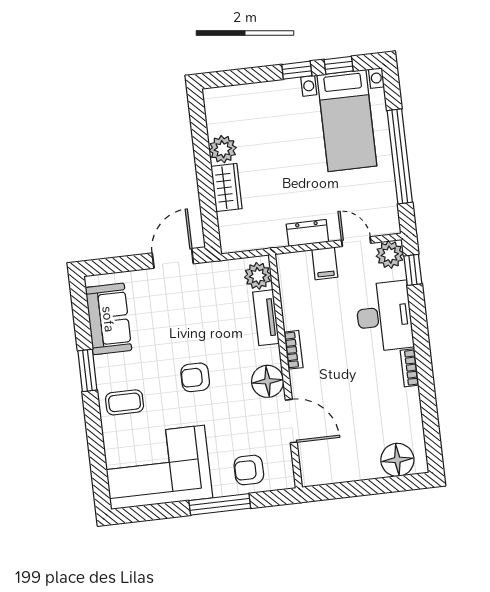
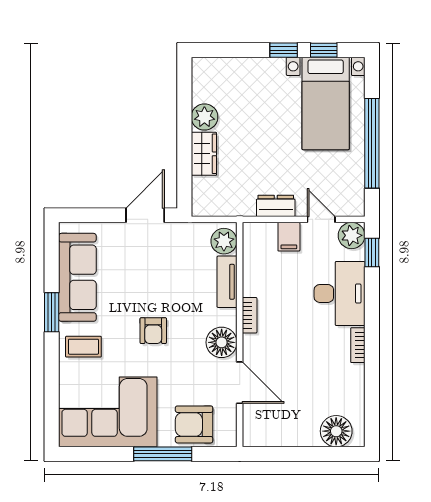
sofa: (108, 319) -> (77, 277), width x1.36
armchair: (195, 377) -> (153, 331), turned -90
armchair: (249, 470) -> (194, 424), width x1.38, depth x1.38

